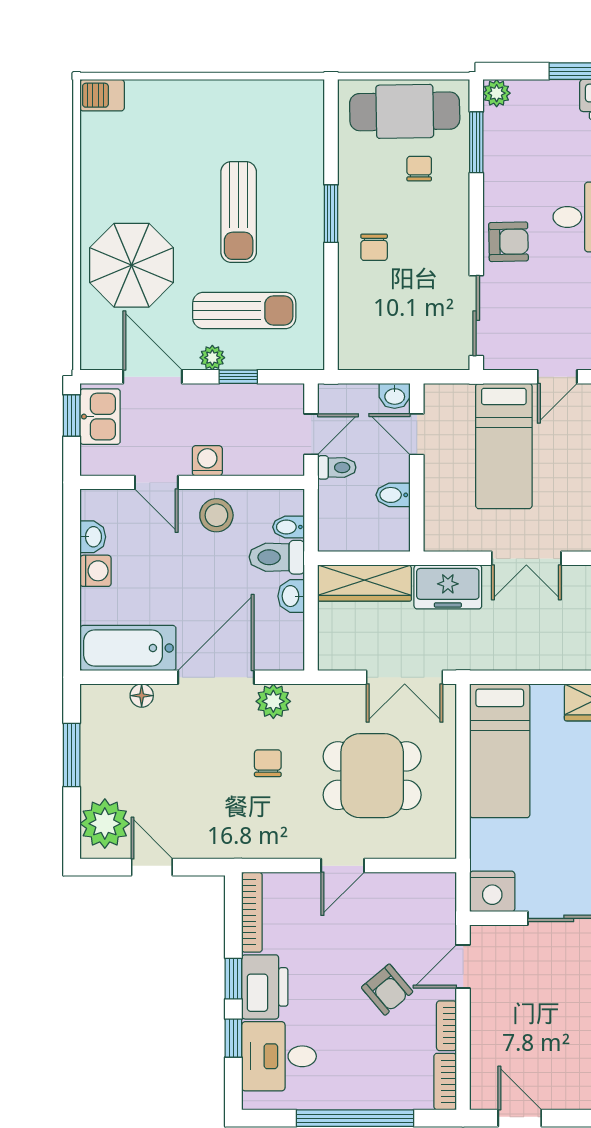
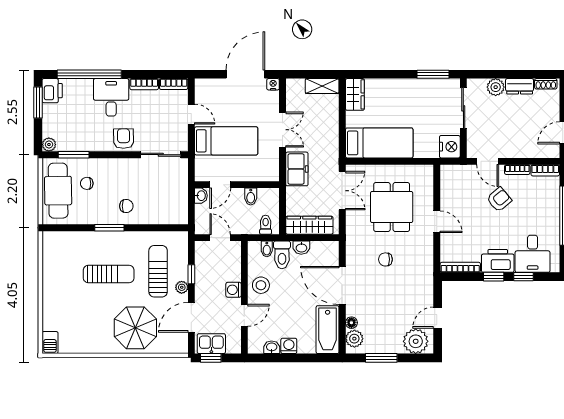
toilet: (337, 467) -> (266, 225), moved
wardrobe: (365, 583) -> (309, 225), moved, turned -90
plant: (273, 701) -> (354, 339), moved

